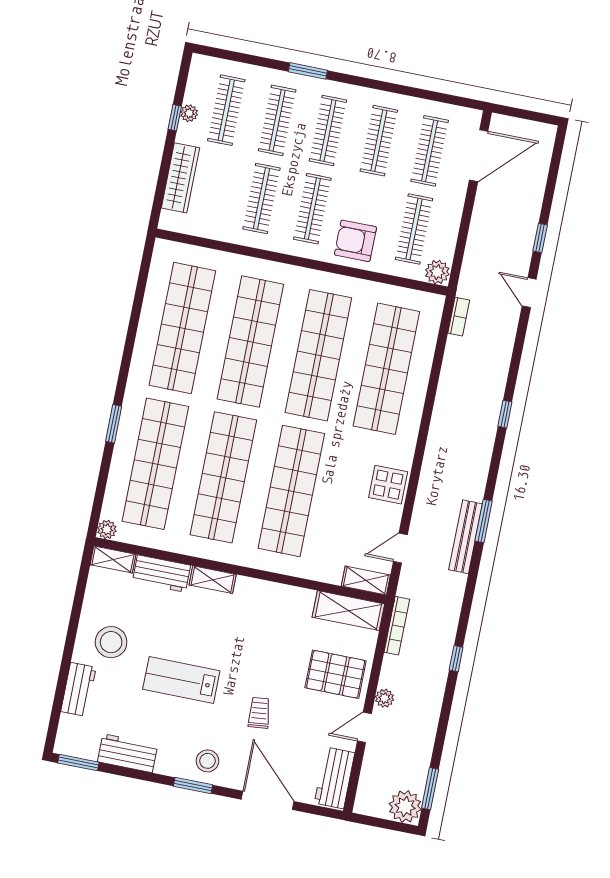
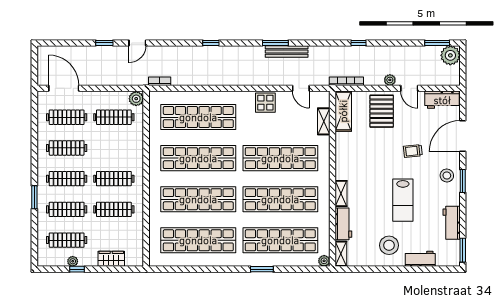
wardrobe: (181, 178) -> (111, 259), width x0.67
armchair: (355, 241) -> (128, 150), removed
shelving: (366, 580) -> (324, 121), moved

